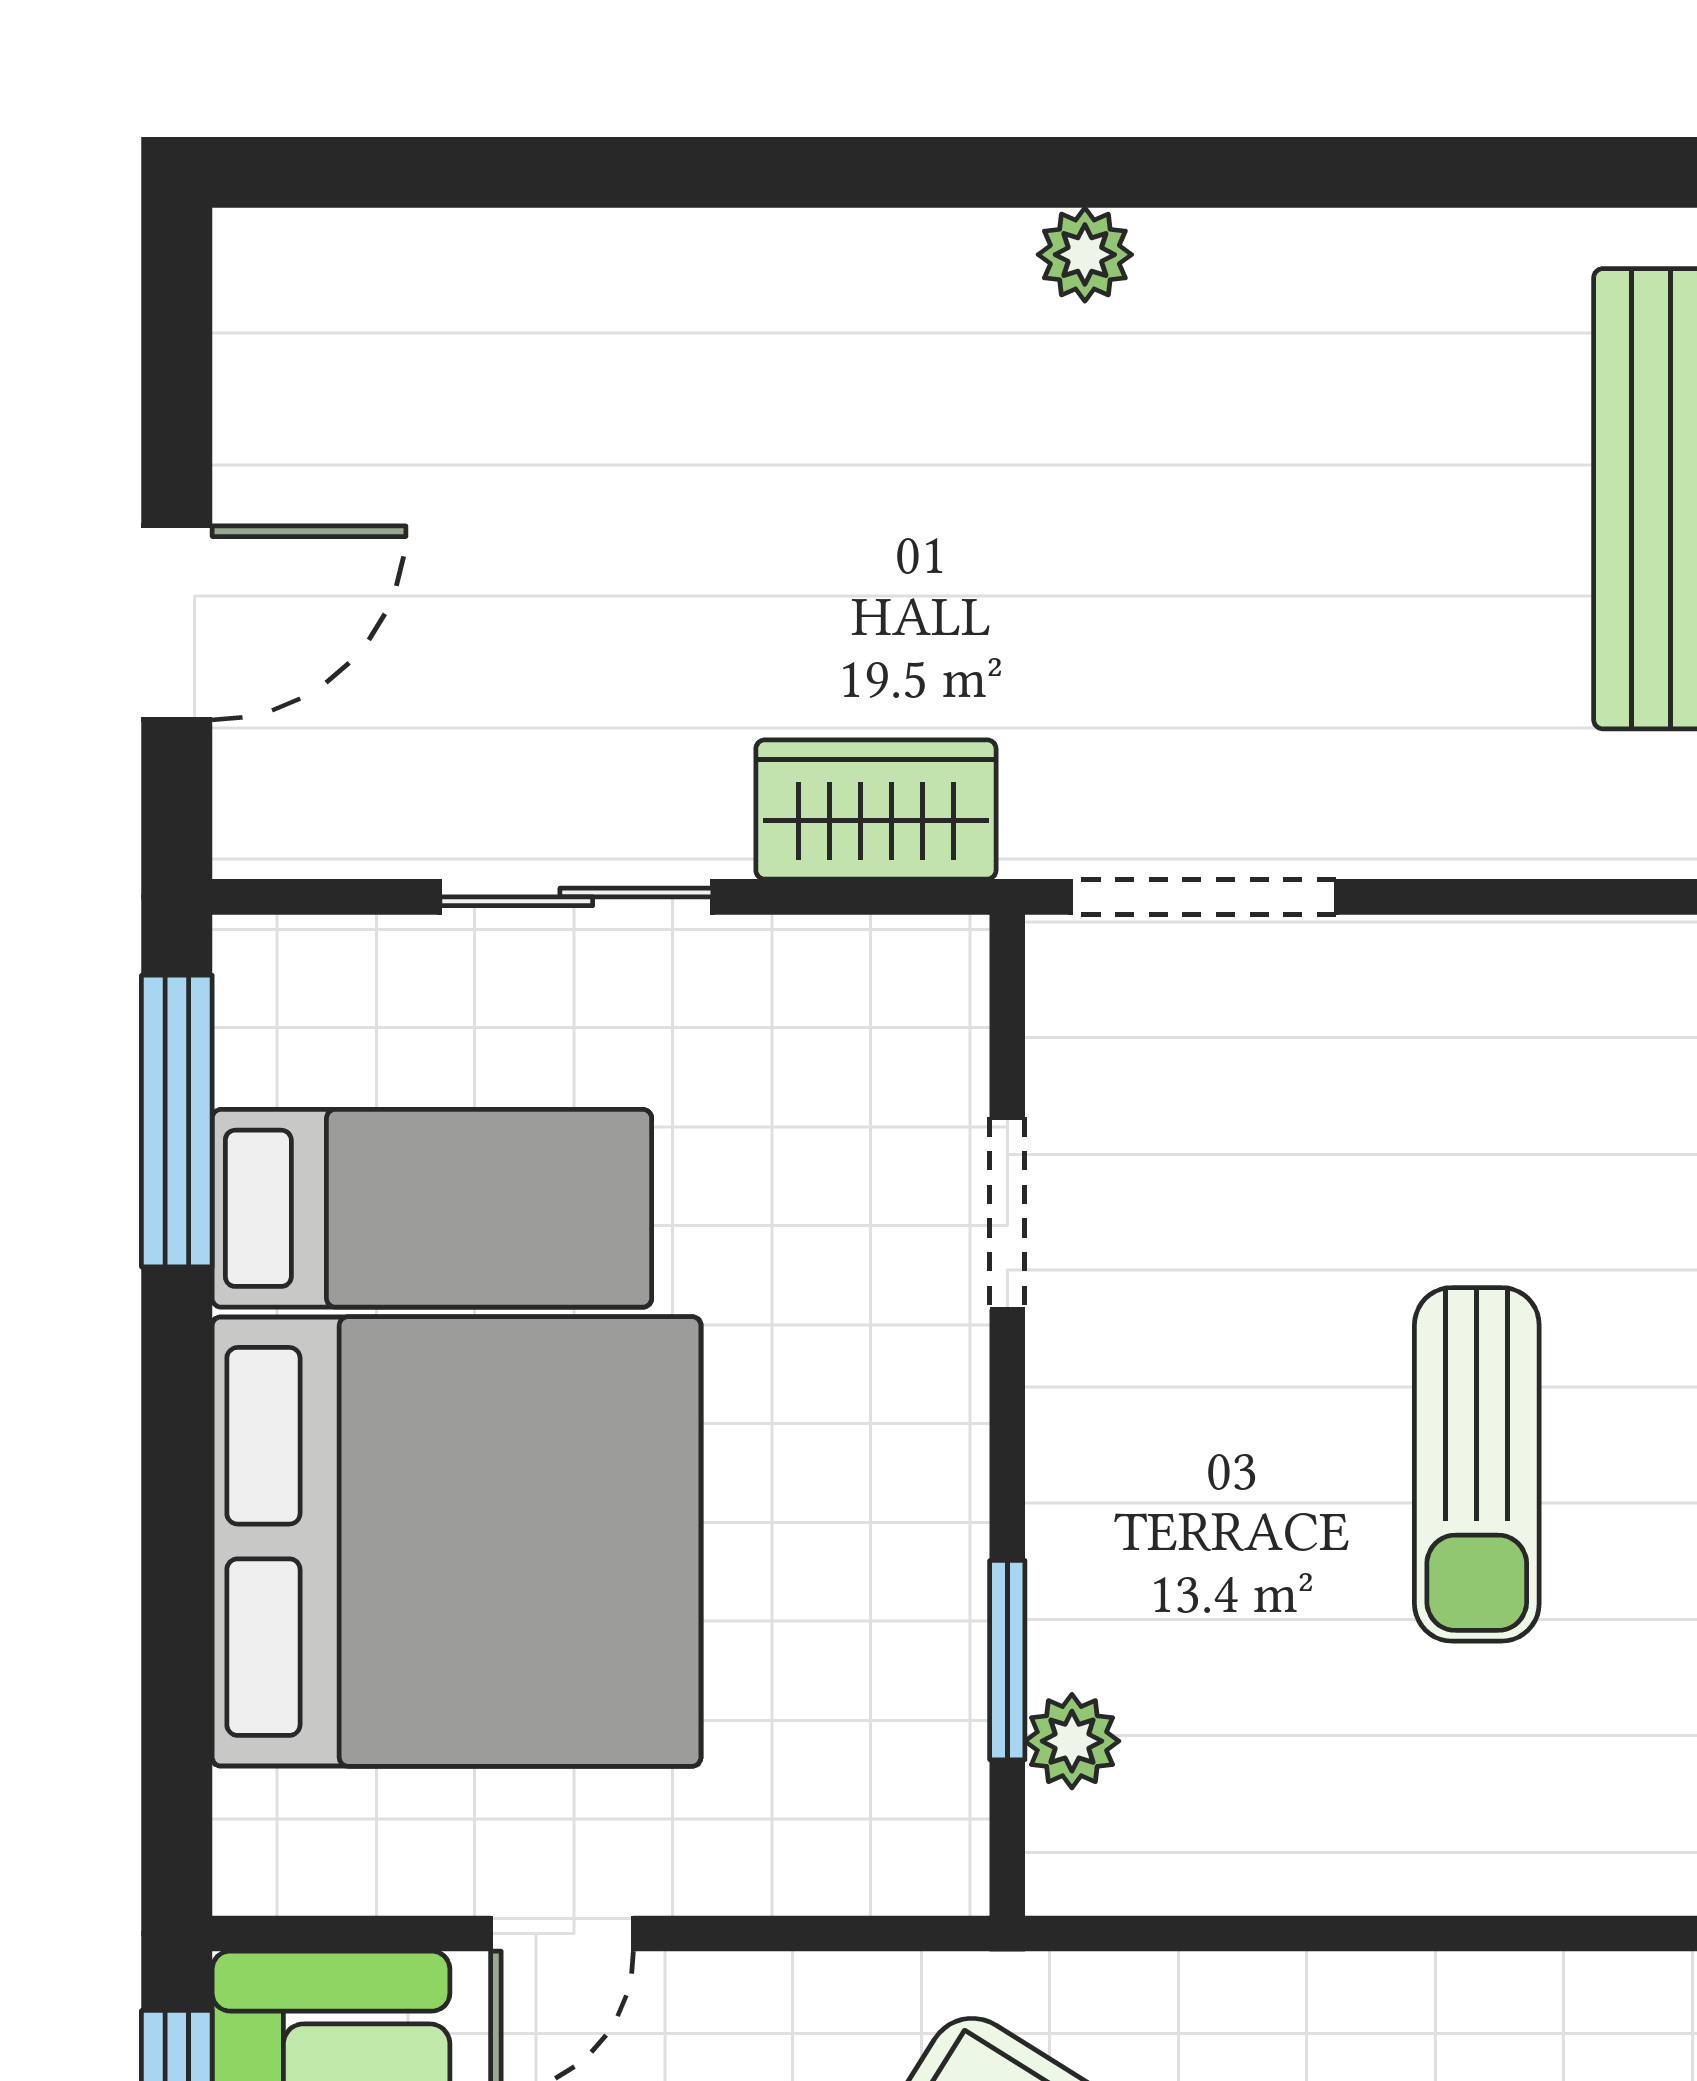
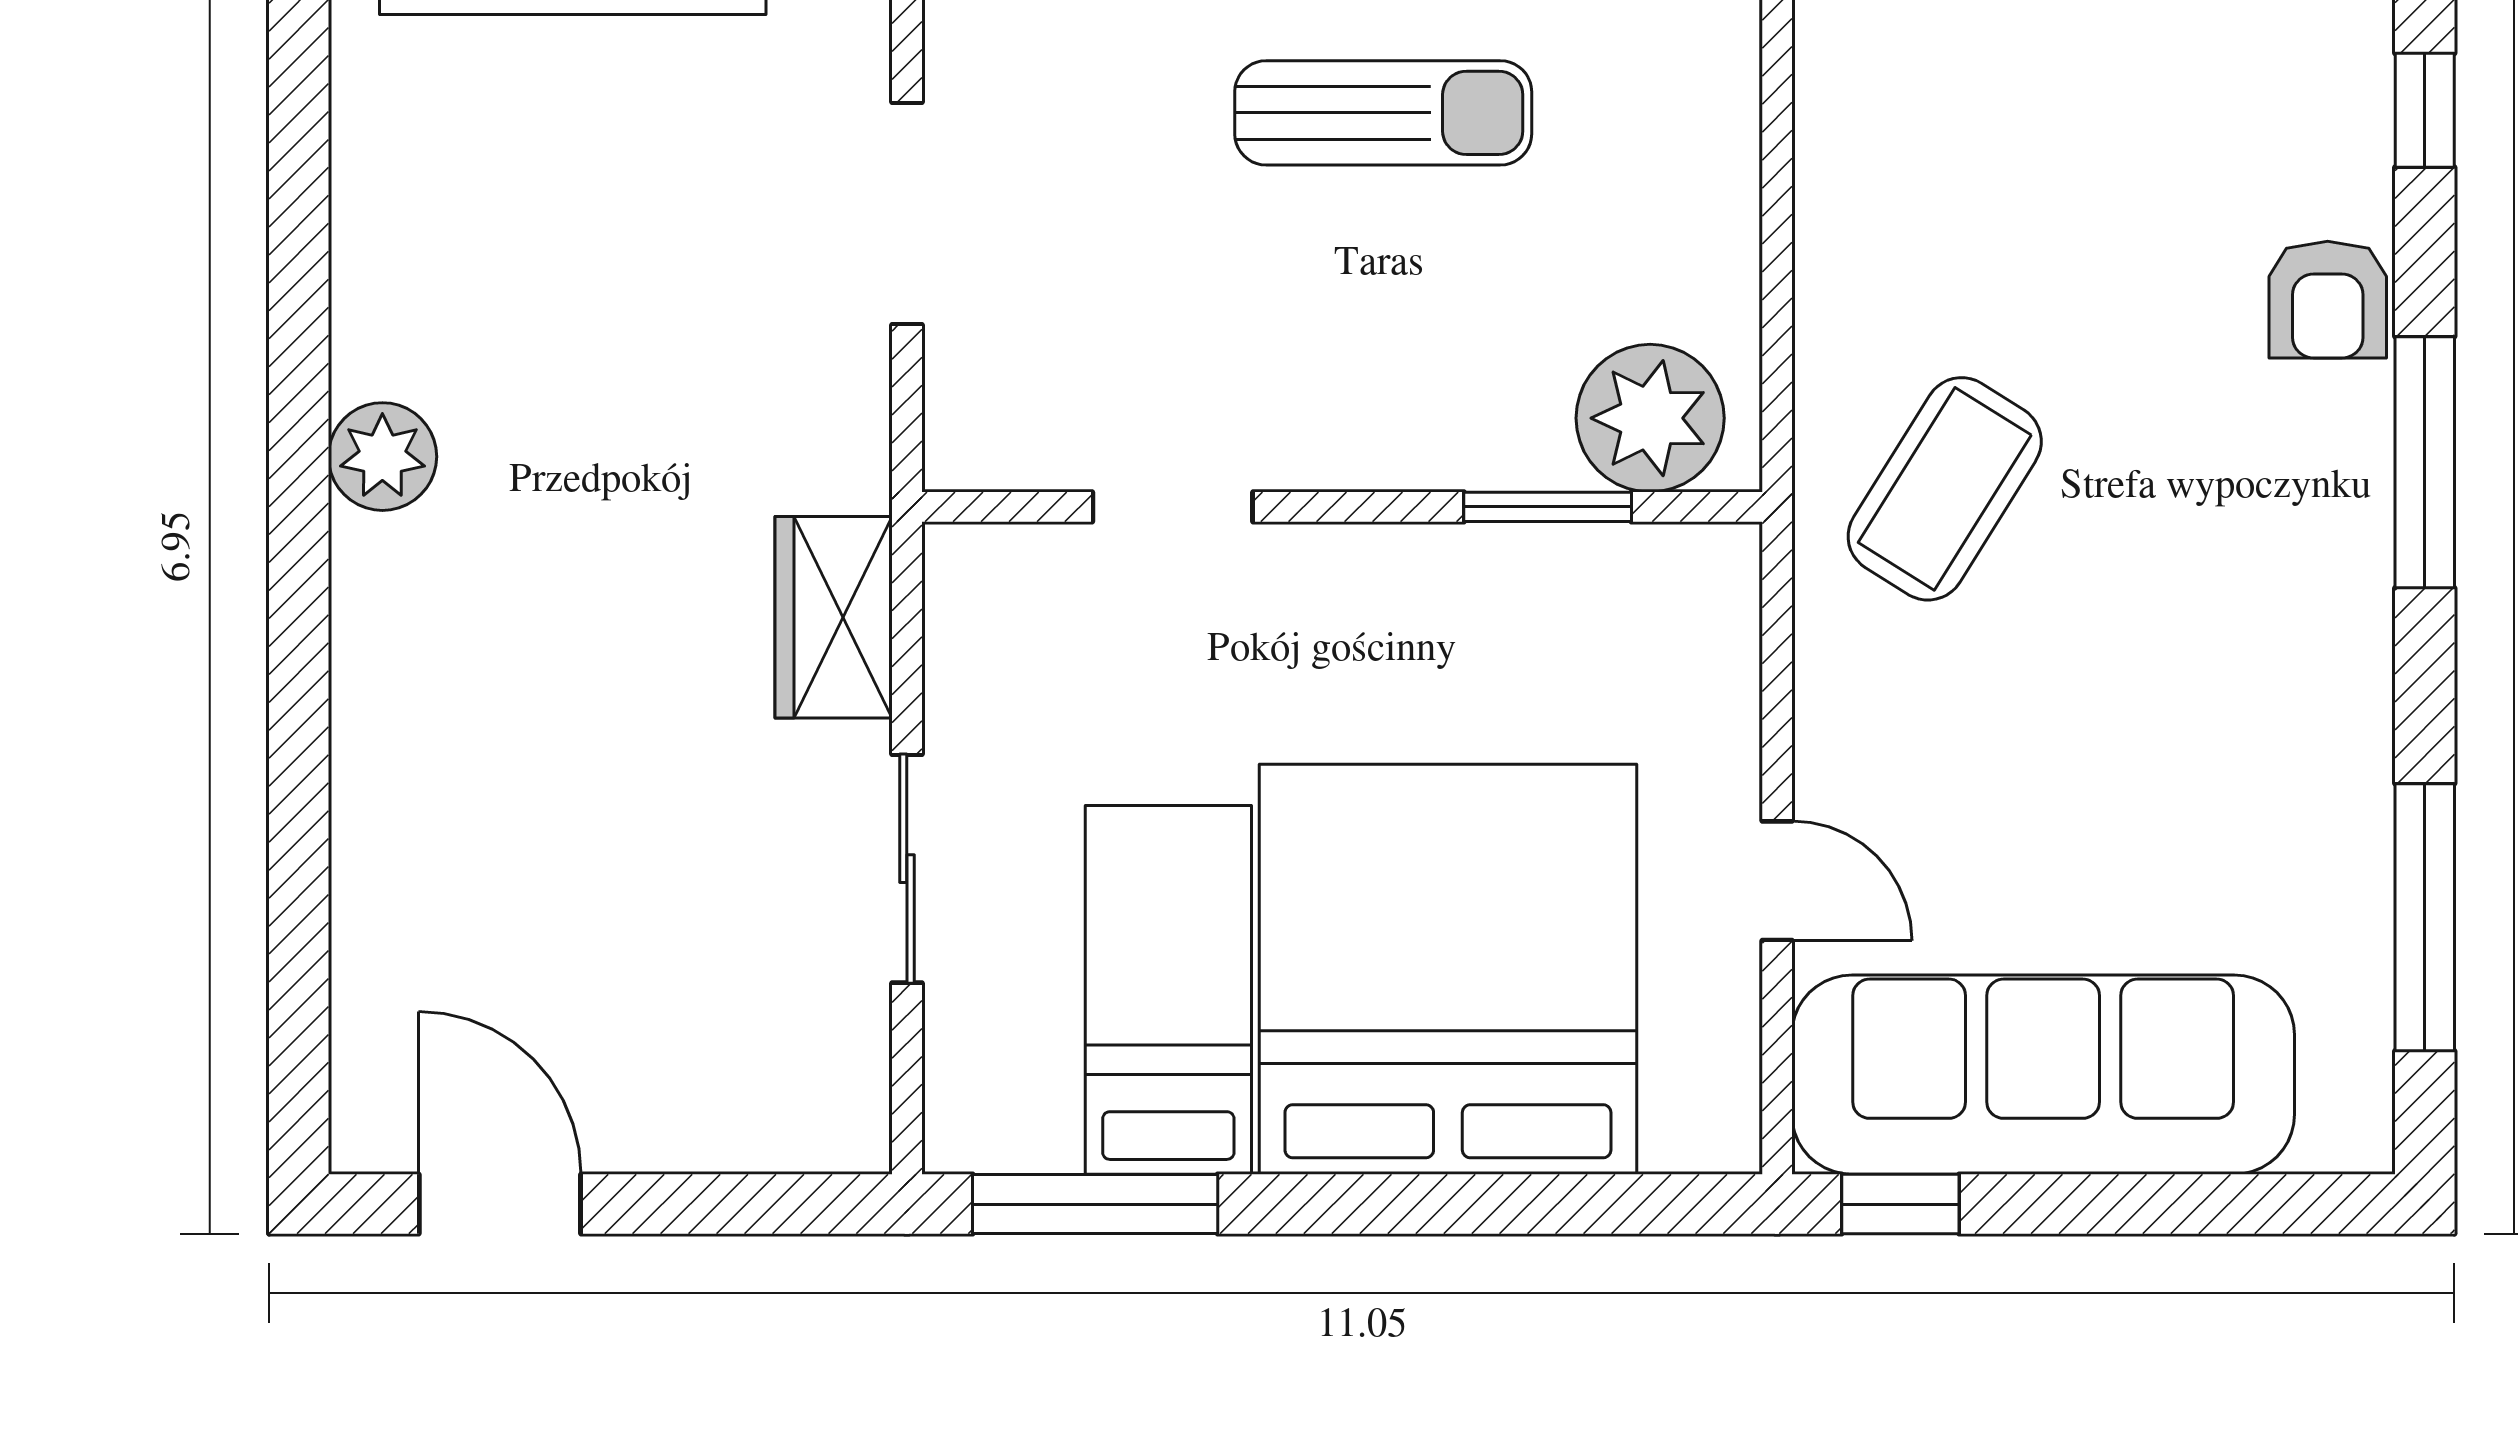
plant: (1085, 255) -> (382, 457), width x1.38, depth x1.38
door: (177, 623) -> (500, 1204), moved
doorway: (1203, 897) -> (907, 213), moved
plant: (1072, 1741) -> (1650, 418), width x1.88, depth x1.88

